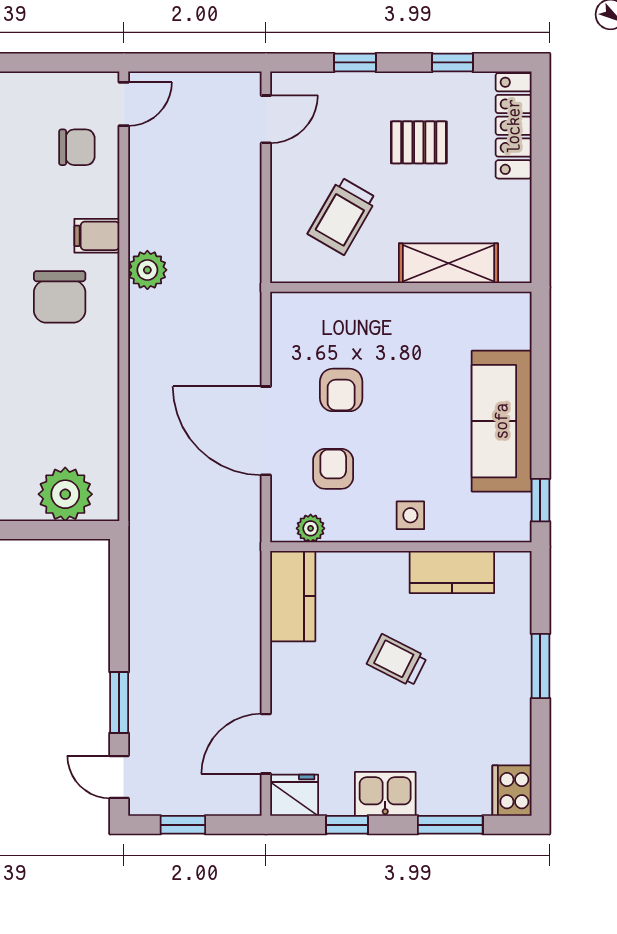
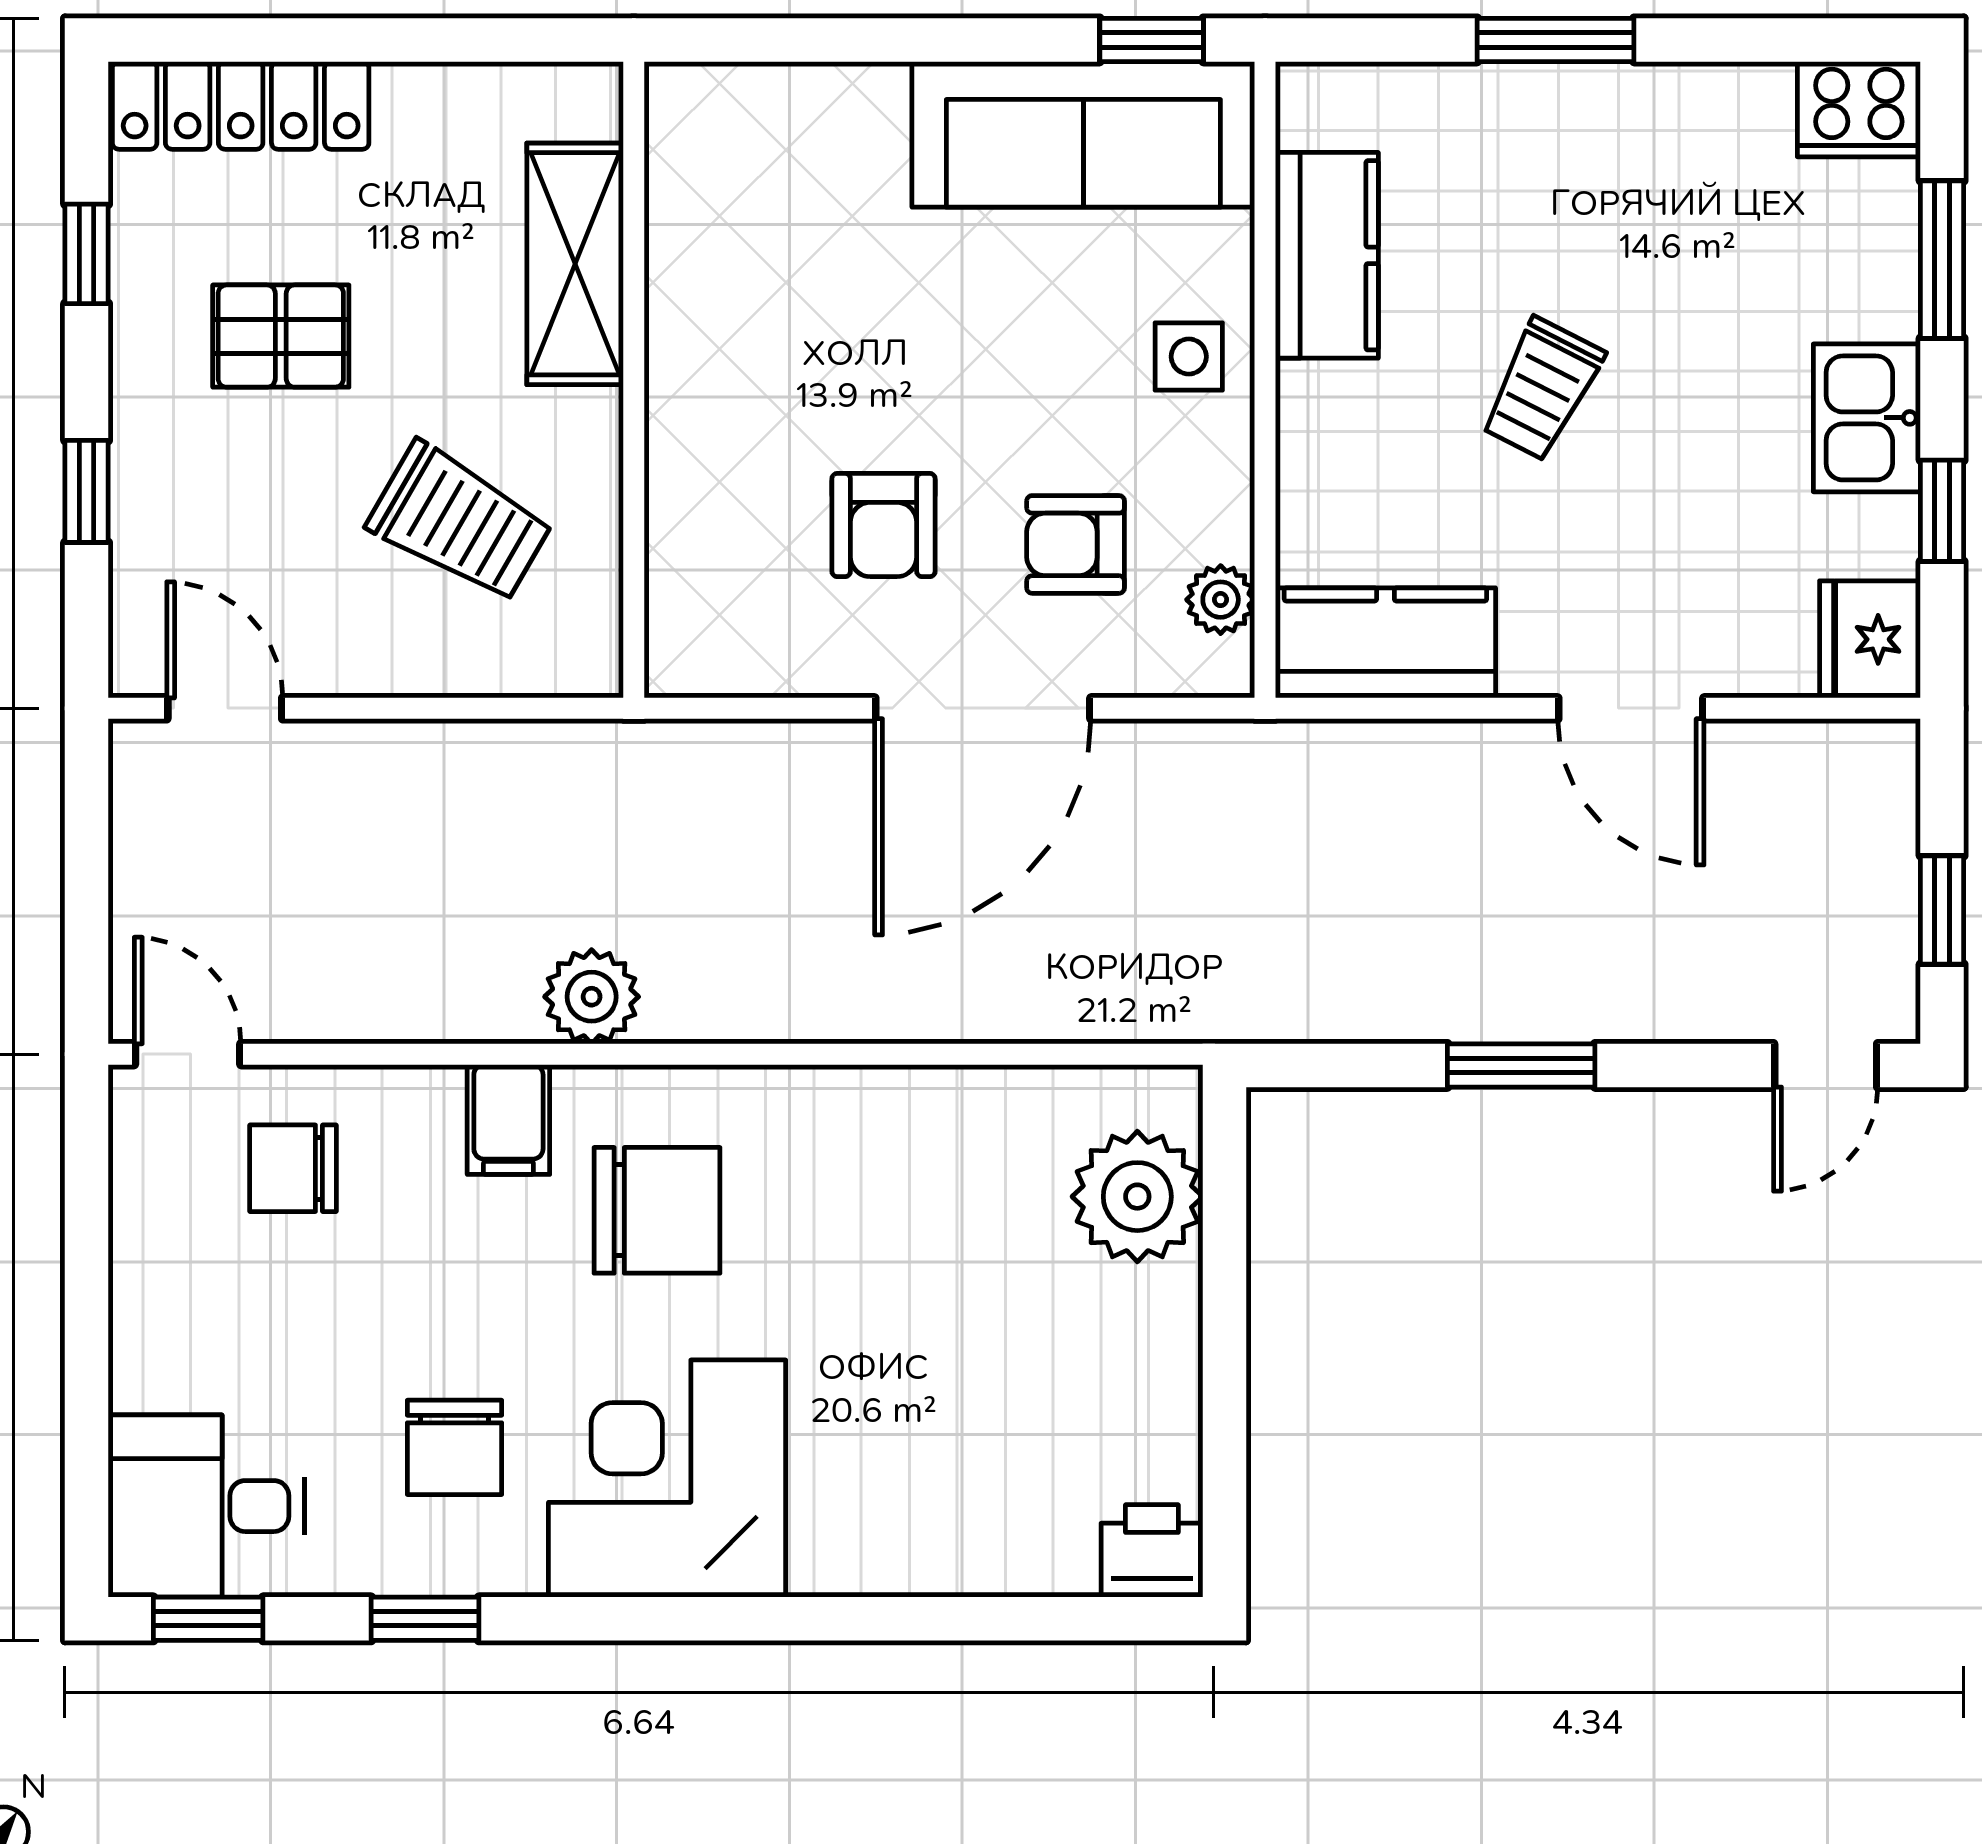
pallet: (419, 142) -> (281, 336), turned 90
chair: (77, 147) -> (293, 1168), turned -90
armchair: (341, 390) -> (884, 525), turned 90
sofa: (502, 421) -> (1083, 134), moved
window: (119, 703) -> (1521, 1065), moved
door: (266, 744) -> (1631, 708), moved

